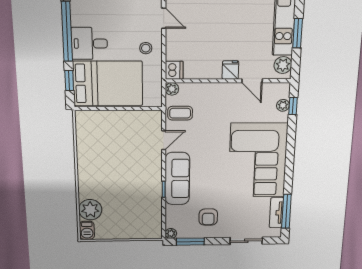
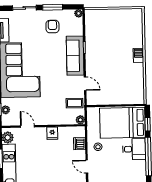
dishwasher: (174, 70) -> (80, 144), moved
fridge: (230, 70) -> (52, 133), moved
door: (164, 140) -> (85, 84), swing flipped
plant: (90, 210) -> (135, 32), removed
barbecue: (87, 230) -> (138, 55), moved
window: (190, 242) -> (53, 7), moved

